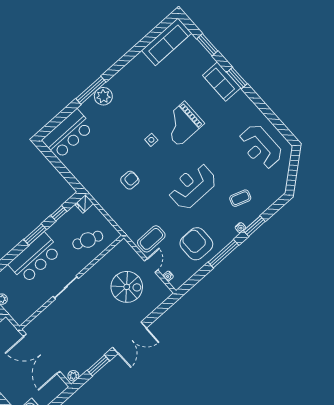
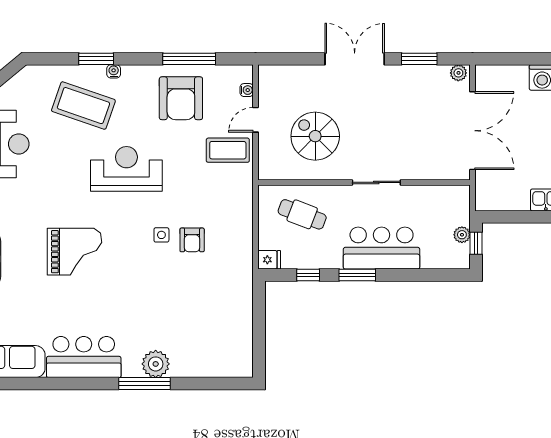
plant: (103, 96) -> (156, 364), moved
bar counter: (68, 134) -> (84, 357), moved
side table: (151, 140) -> (161, 235), moved
armchair: (130, 180) -> (192, 240), turned -90
reception desk: (192, 186) -> (126, 169), turned 180
coffee table: (240, 198) -> (83, 106), width x1.86, depth x1.72
window: (223, 254) -> (189, 59), moved
spiral stairs: (127, 287) -> (315, 136), moved

